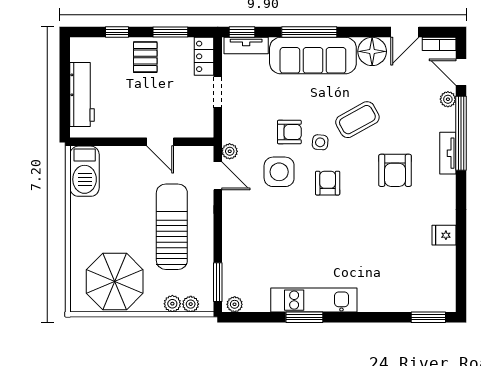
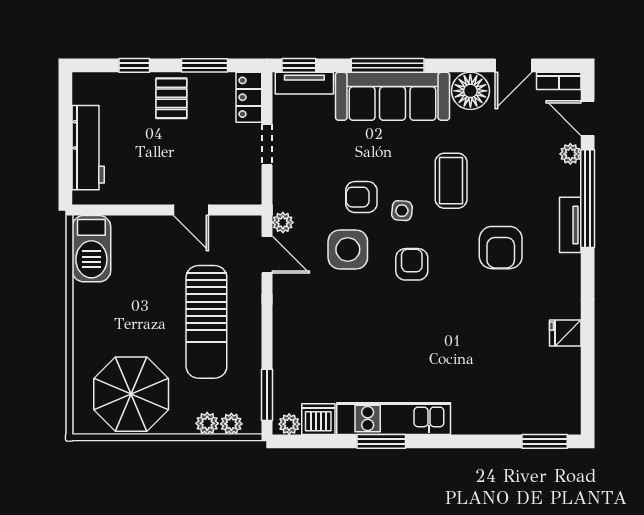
coffee table: (357, 120) -> (451, 181), turned -61
armchair: (289, 132) -> (361, 197), turned 180
sun lounger: (172, 227) -> (206, 322), turned 180
dishwasher: (257, 300) -> (318, 419), added

